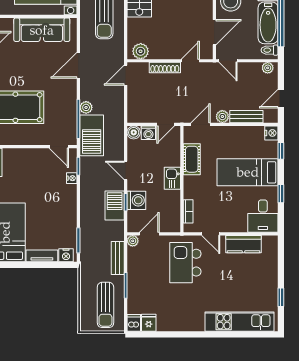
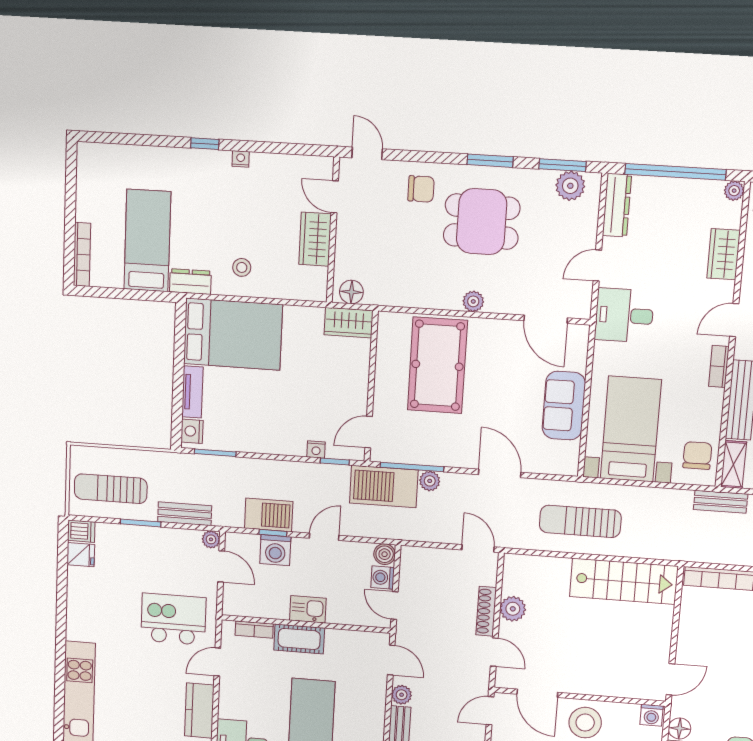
sofa: (42, 30) -> (564, 406), width x0.73
plant: (141, 51) -> (513, 609), moved
cot: (192, 159) -> (299, 639), moved

